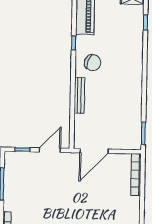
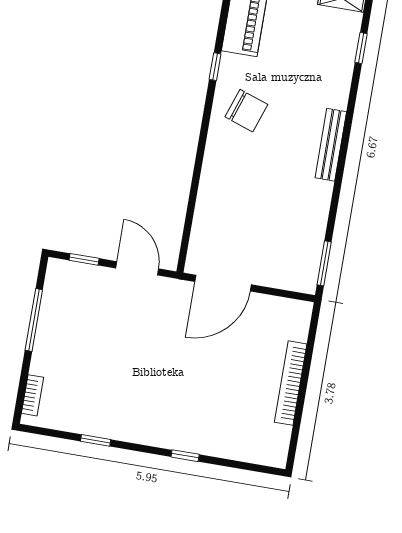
bench: (79, 95) -> (331, 145), moved
door: (50, 150) -> (137, 268), hinge flipped
bookcase: (136, 175) -> (291, 383), moved

